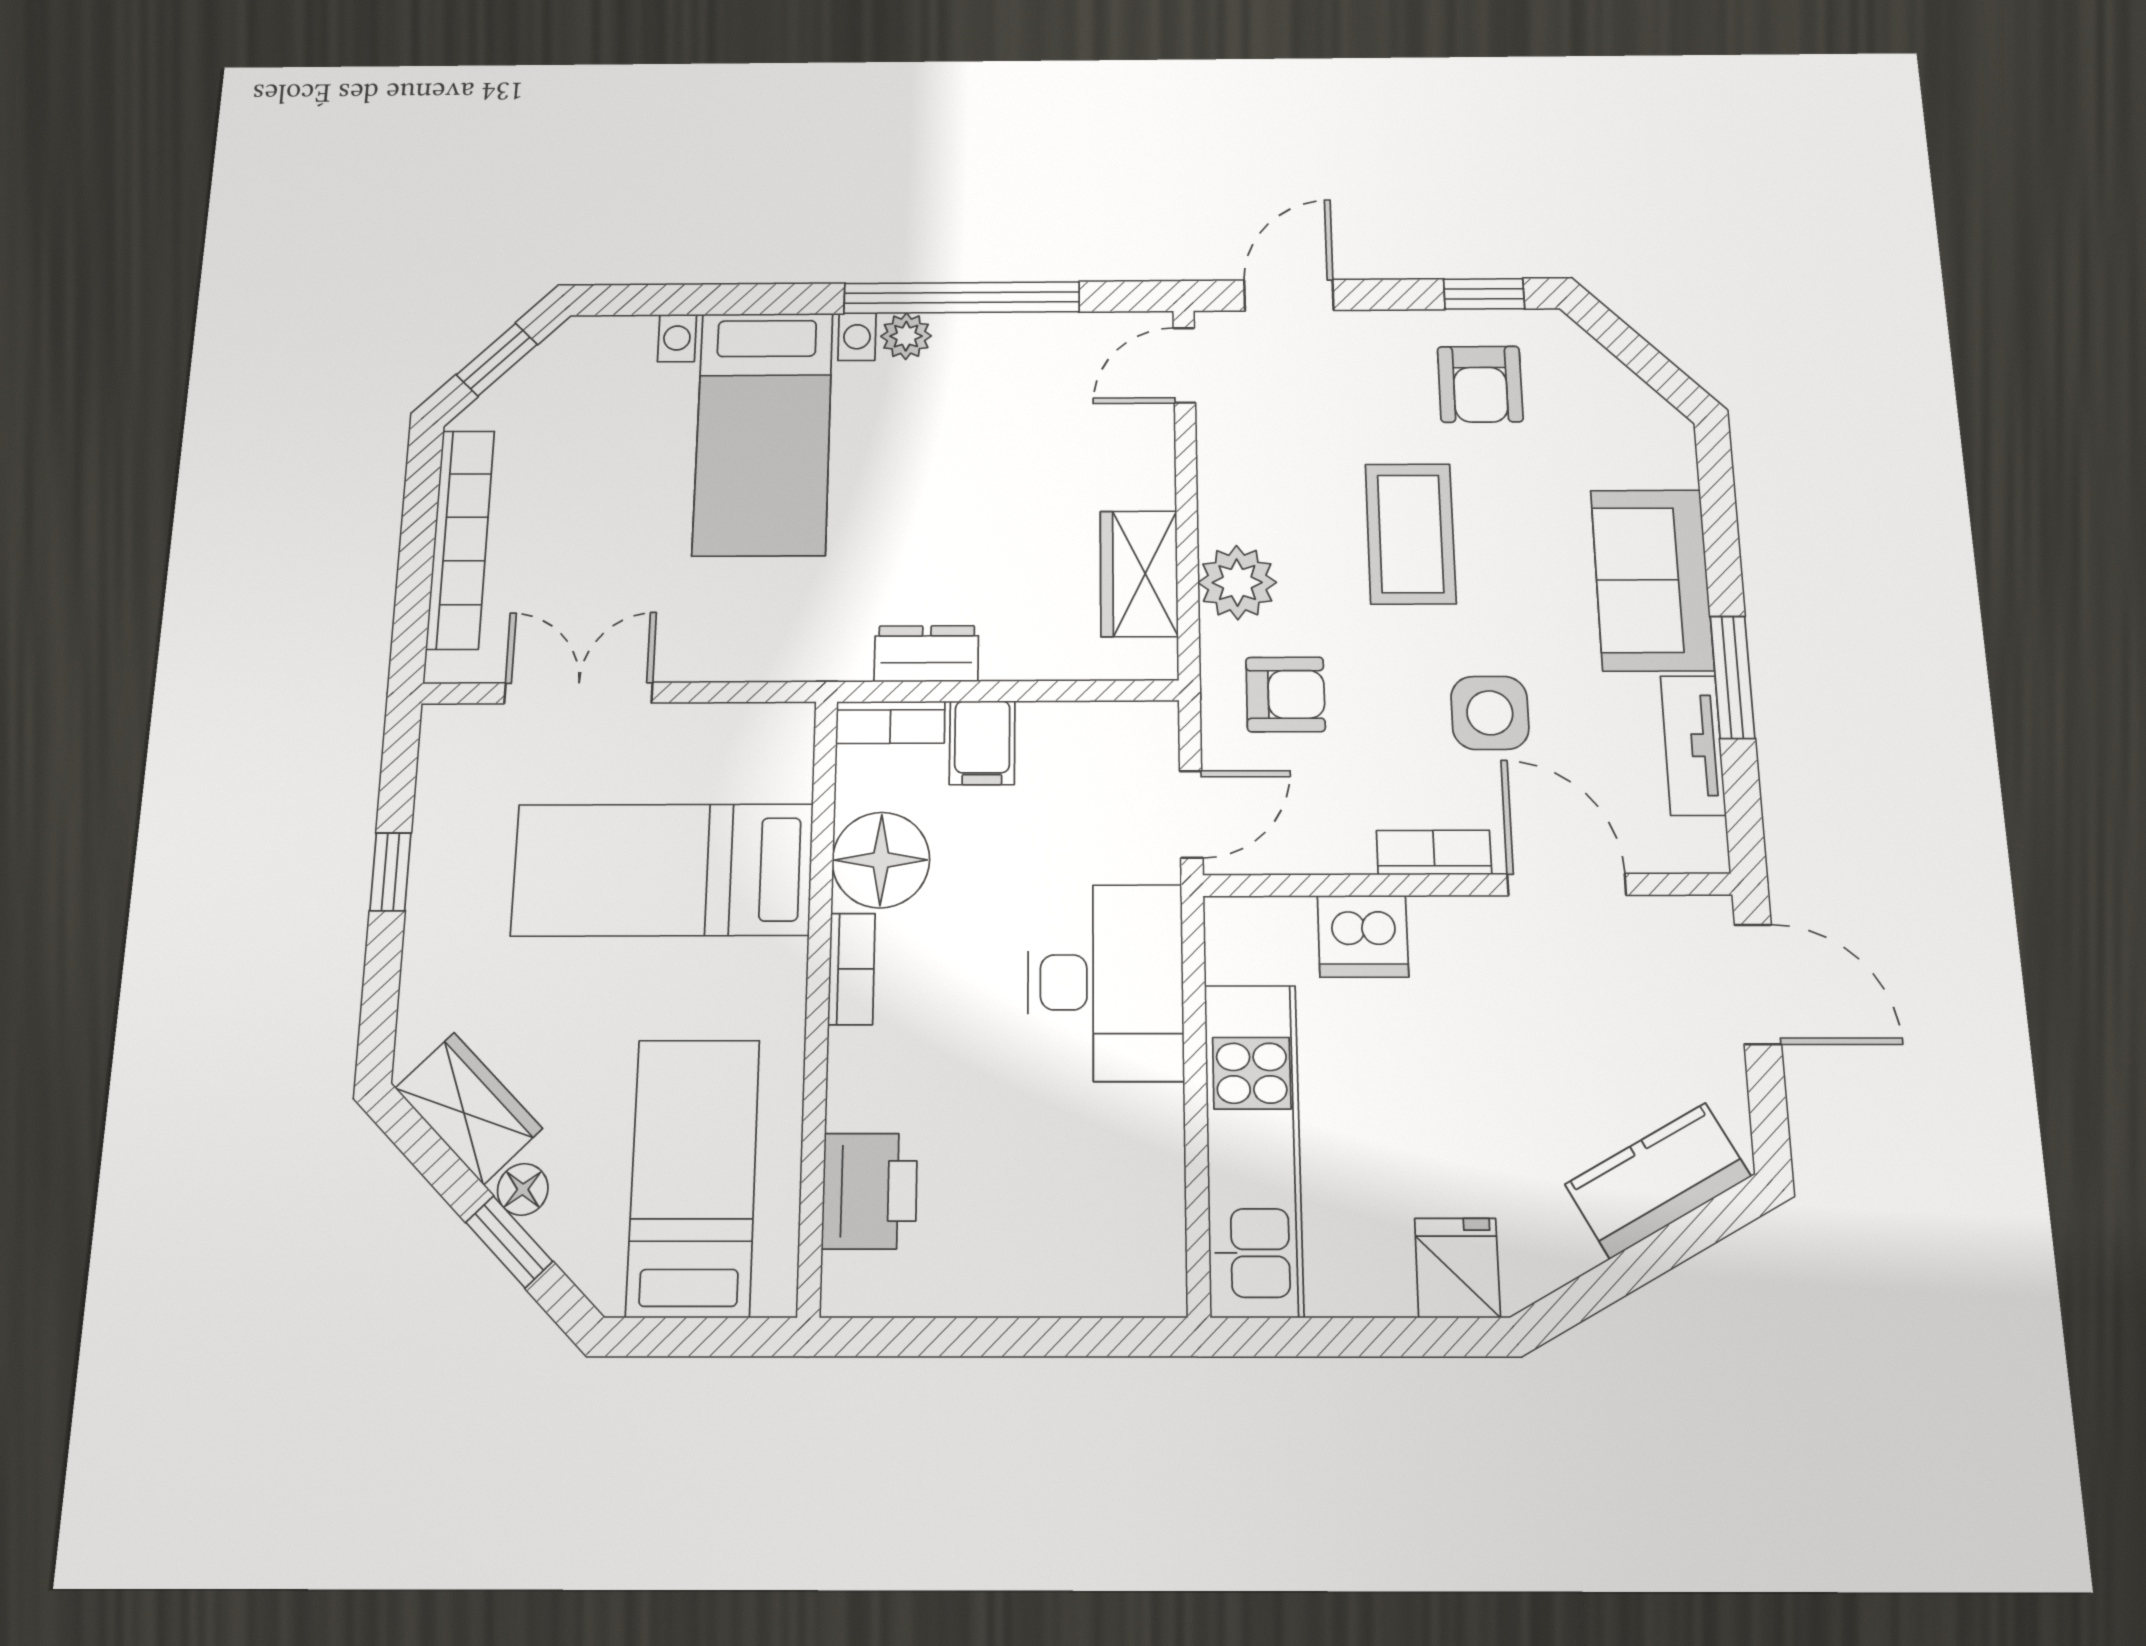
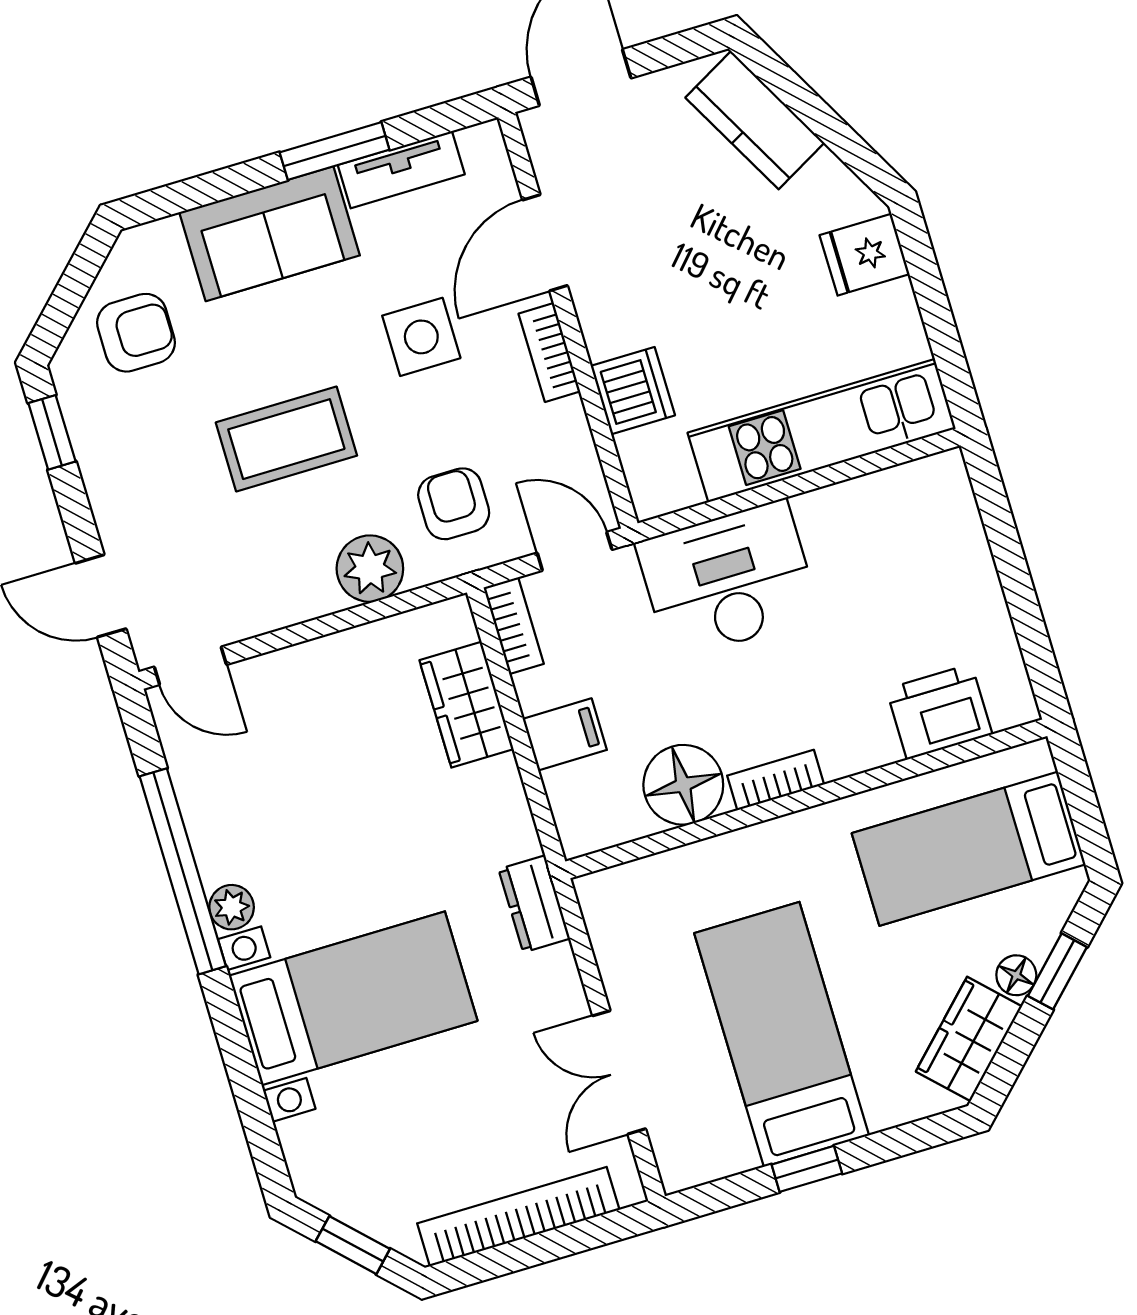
armchair: (1480, 384) -> (136, 333), moved
wardrobe: (1139, 574) -> (466, 705), moved, turned 90
dresser: (926, 654) -> (534, 904), moved
bookcase: (890, 722) -> (514, 626), moved
bed: (663, 870) -> (782, 1034), moved, turned 180

